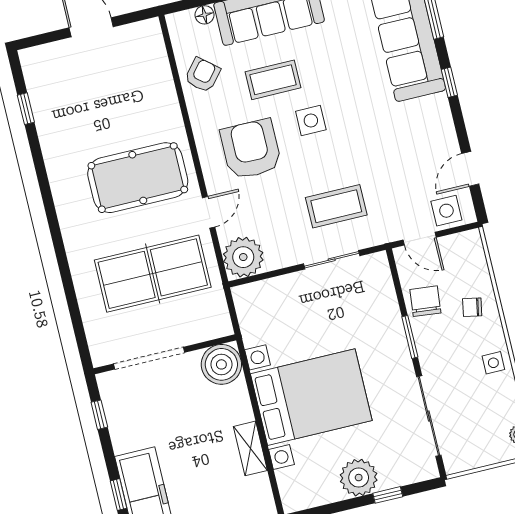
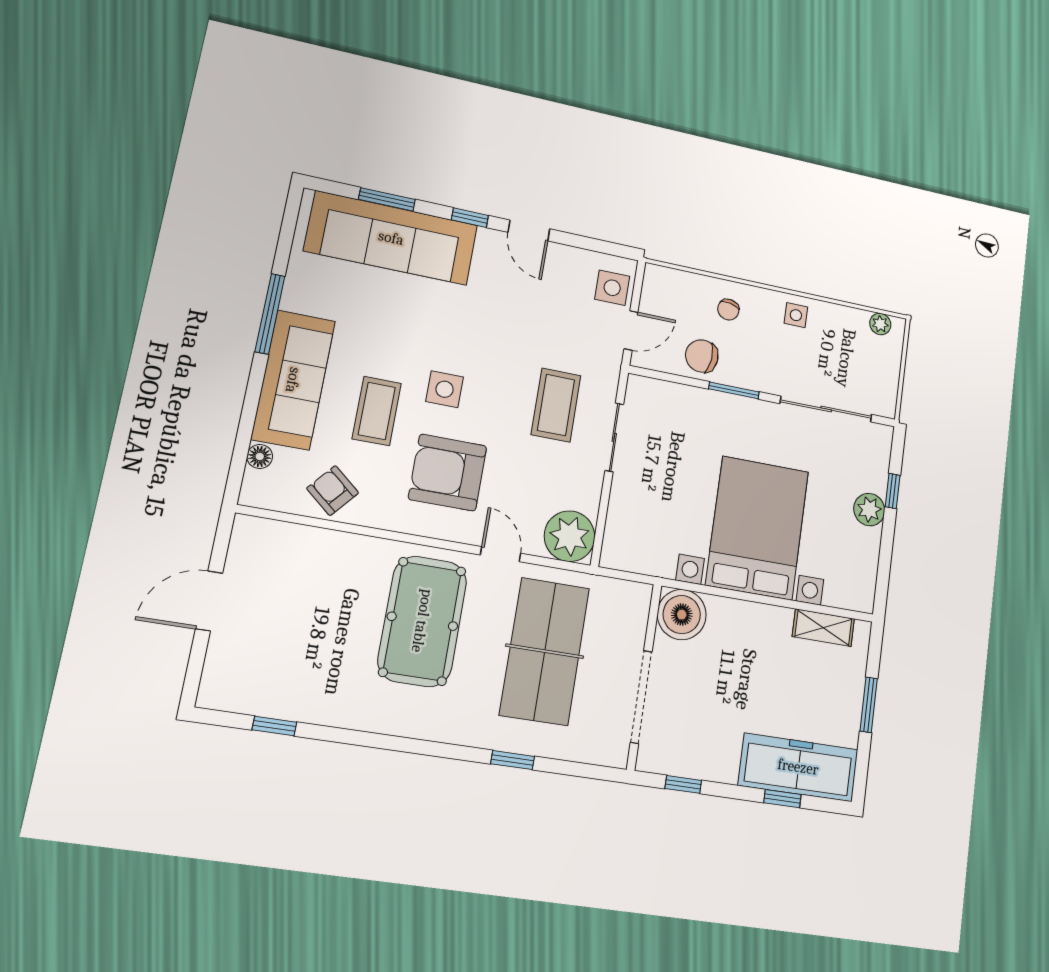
door: (470, 169) -> (529, 231), moved
window: (68, 283) -> (513, 760), added
shelving: (250, 448) -> (823, 628), moved
plant: (359, 478) -> (869, 510), width x0.73, depth x0.73

